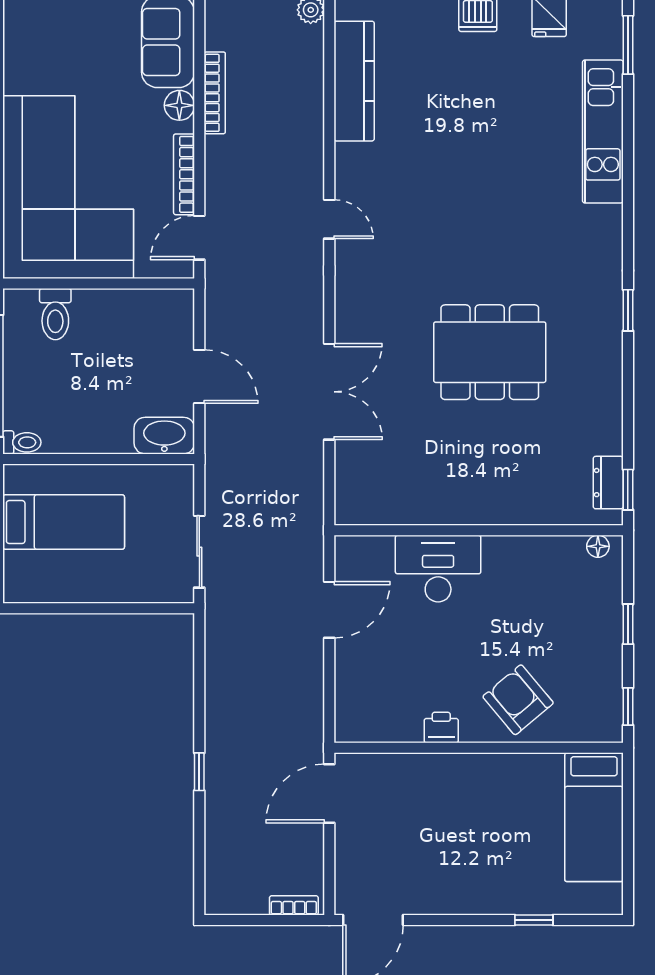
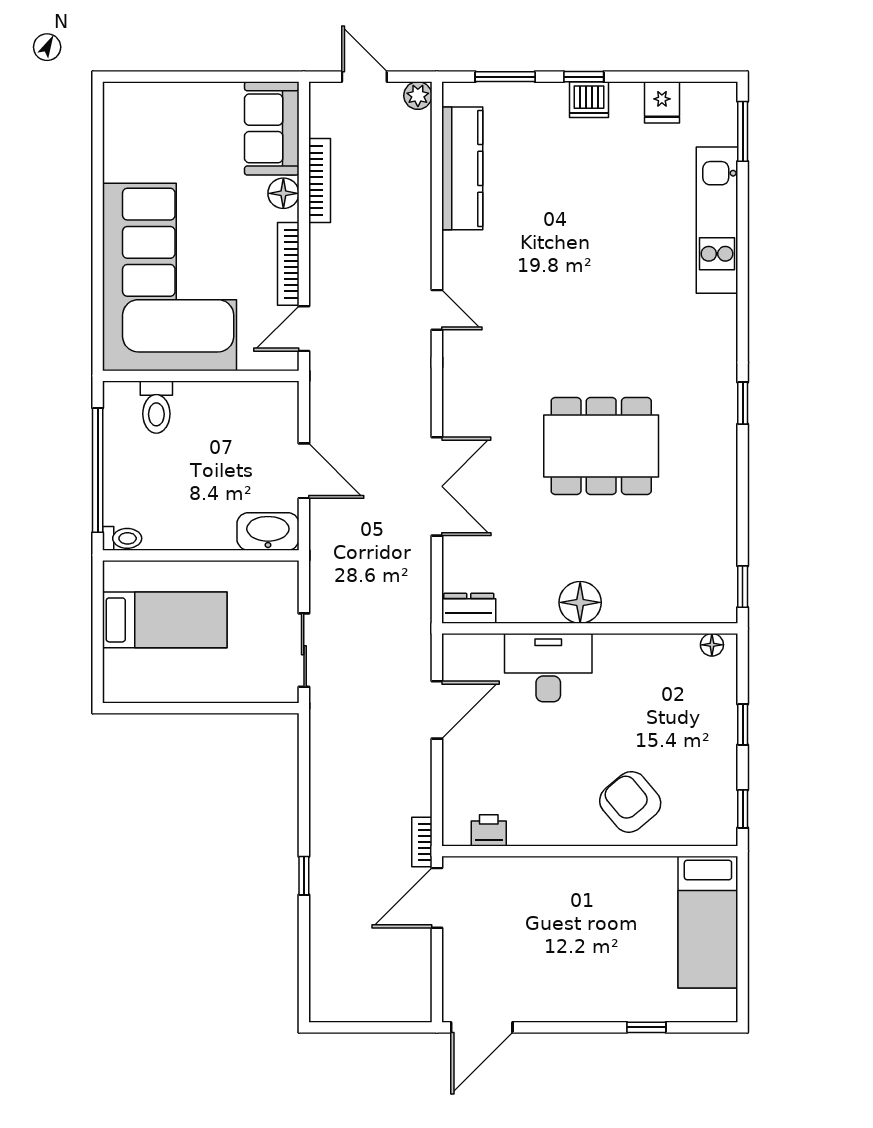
dresser: (608, 483) -> (469, 608), moved, turned 90
floor lamp: (469, 505) -> (580, 602), added
printer: (441, 728) -> (489, 830), moved
bookcase: (294, 905) -> (422, 842), moved, turned -90

